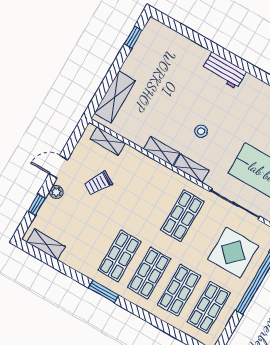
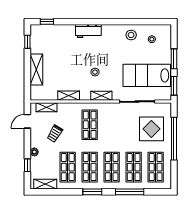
window: (175, 25) -> (47, 22), added
shelving: (115, 97) -> (36, 70), moved
shelving: (162, 151) -> (69, 96), moved
door: (58, 167) -> (27, 121), moved
shop shelf: (182, 216) -> (90, 125), moved
shop shelf: (90, 239) -> (68, 167), added
window: (154, 321) -> (130, 192), added

